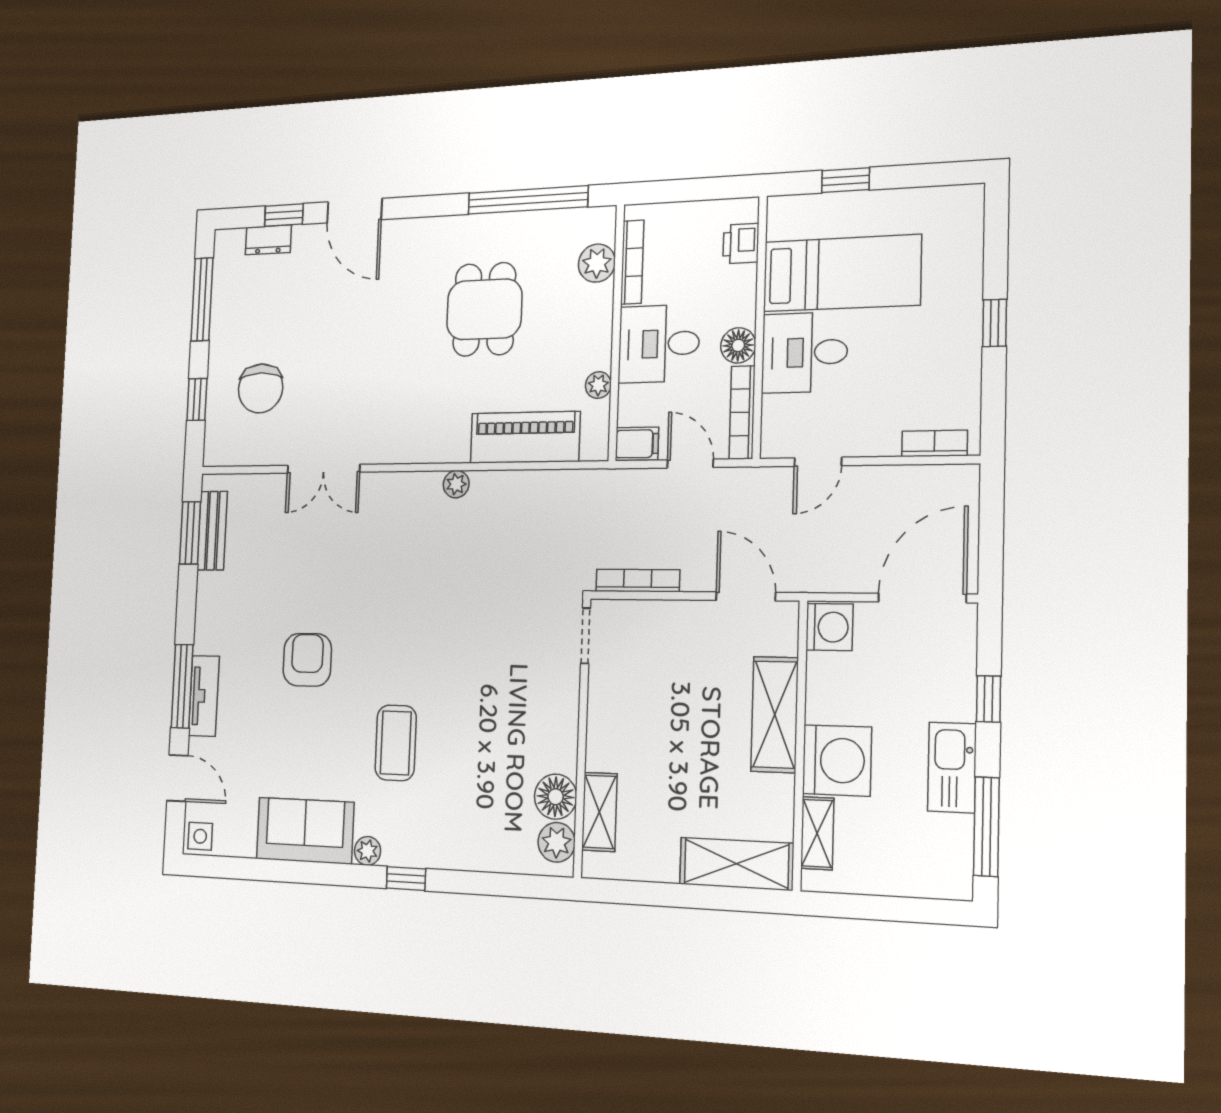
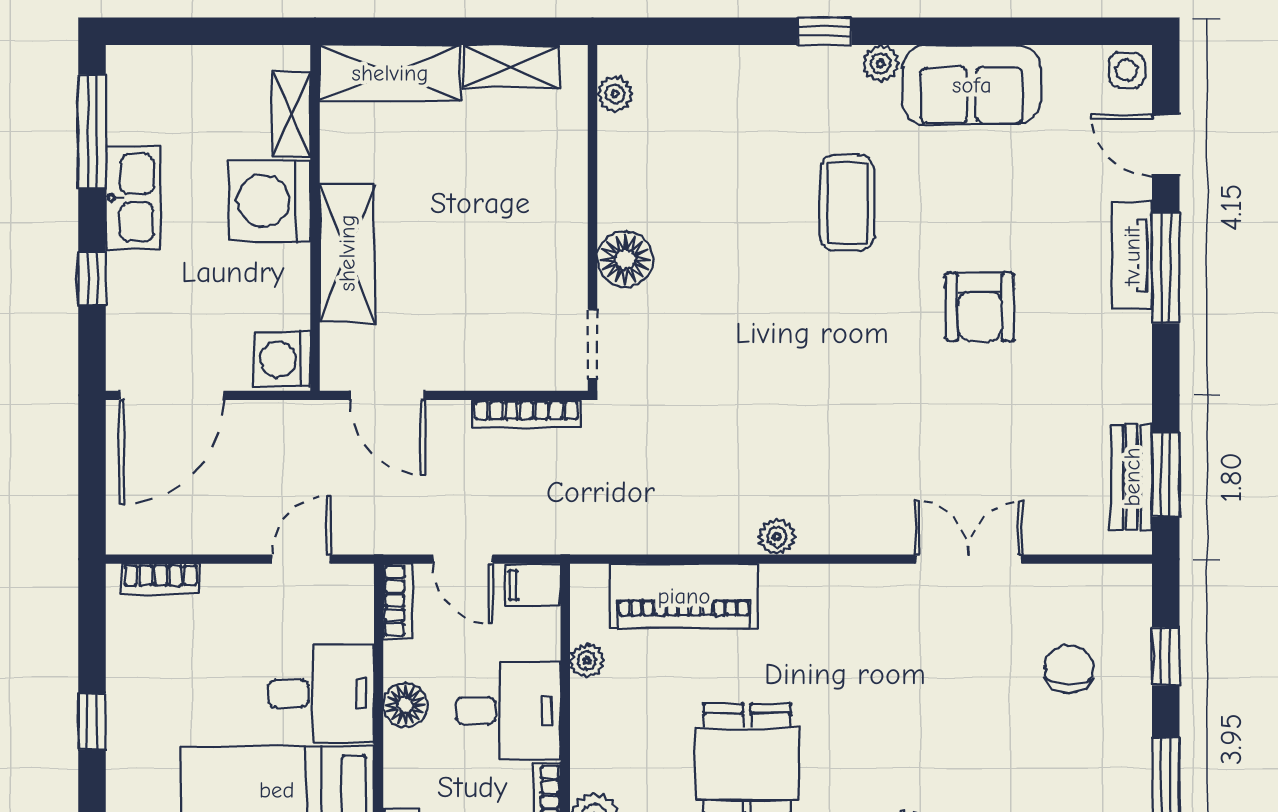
chair: (261, 388) -> (1069, 669), width x0.73, depth x0.73
bookcase: (742, 412) -> (398, 601), width x0.64
floor lamp: (556, 797) -> (625, 259), moved
shelving: (599, 812) -> (511, 67), moved, turned 90
plant: (557, 842) -> (615, 94), width x0.73, depth x0.73

